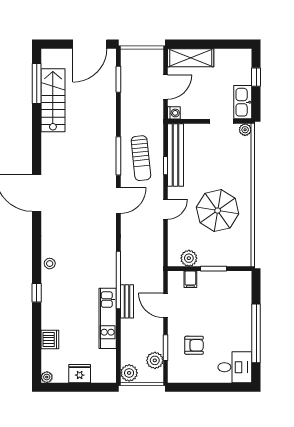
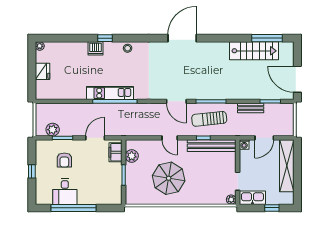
shelving: (191, 58) -> (287, 166), width x1.47
door: (165, 87) -> (264, 138), hinge flipped
filing cabinet: (190, 279) -> (115, 152), width x2.00
bench: (127, 301) -> (251, 108), moved
kitchen unit: (108, 318) -> (110, 93), moved
dishwasher: (50, 339) -> (96, 48), moved
desk: (235, 367) -> (65, 192), moved
plant: (129, 373) -> (43, 110), removed
window: (209, 387) -> (32, 171), added

